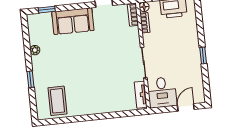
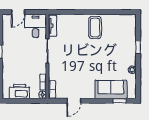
sofa: (73, 21) -> (111, 89), moved
coffee table: (57, 101) -> (95, 28), moved

